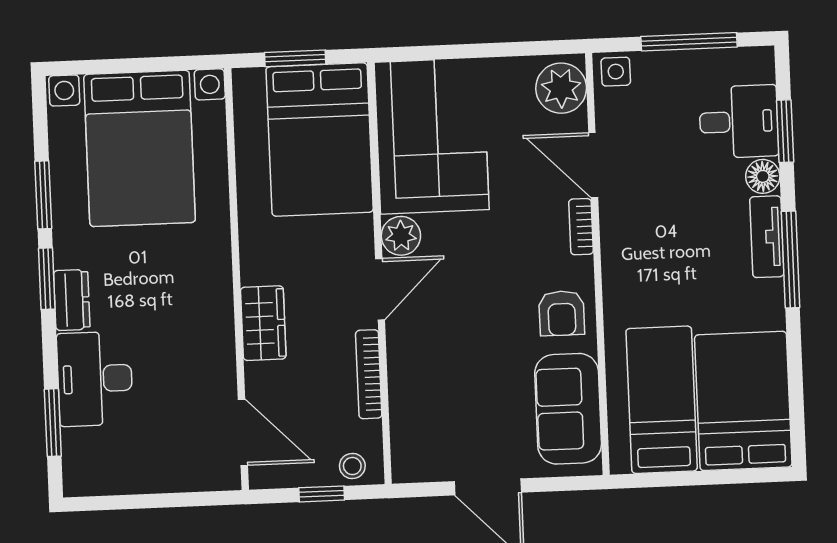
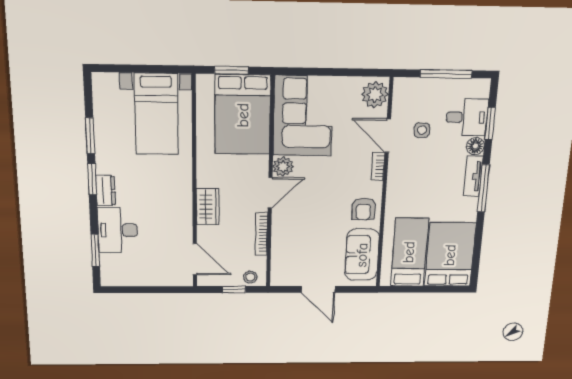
side table: (616, 72) -> (422, 130), moved
bed with nightstands: (140, 148) -> (156, 114), width x0.73

